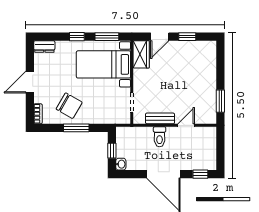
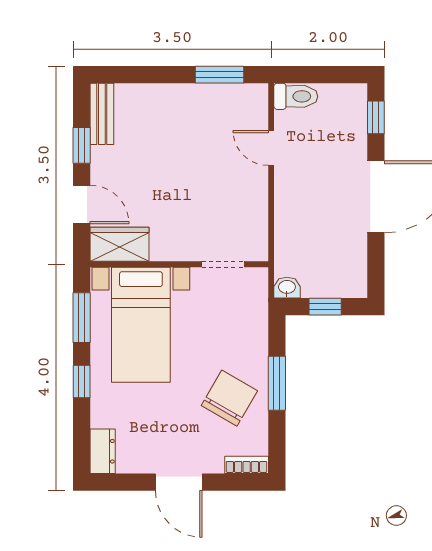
bench: (160, 118) -> (102, 114), moved
toilet: (160, 137) -> (296, 96), moved
washbasin: (121, 164) -> (287, 288), moved

